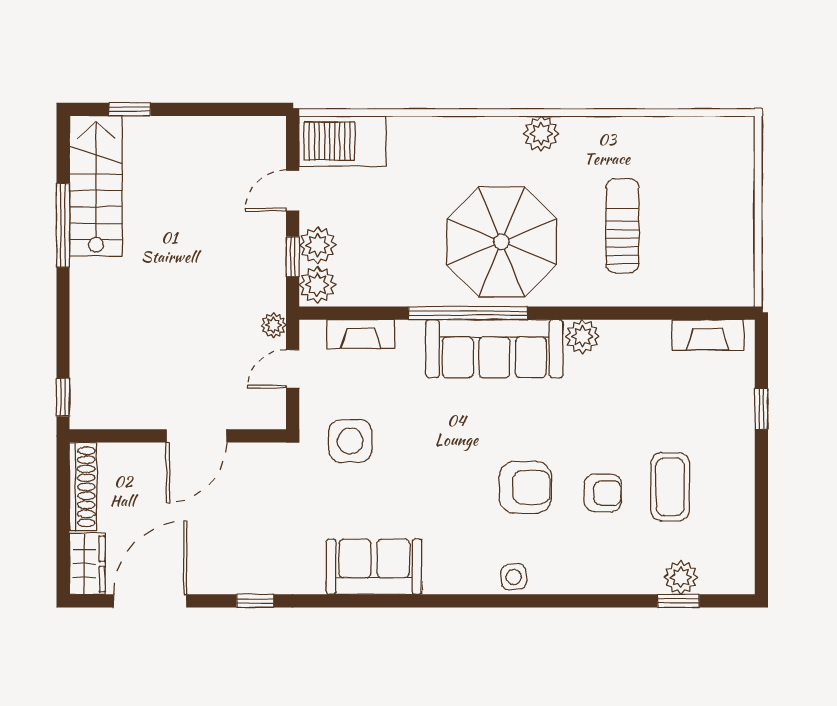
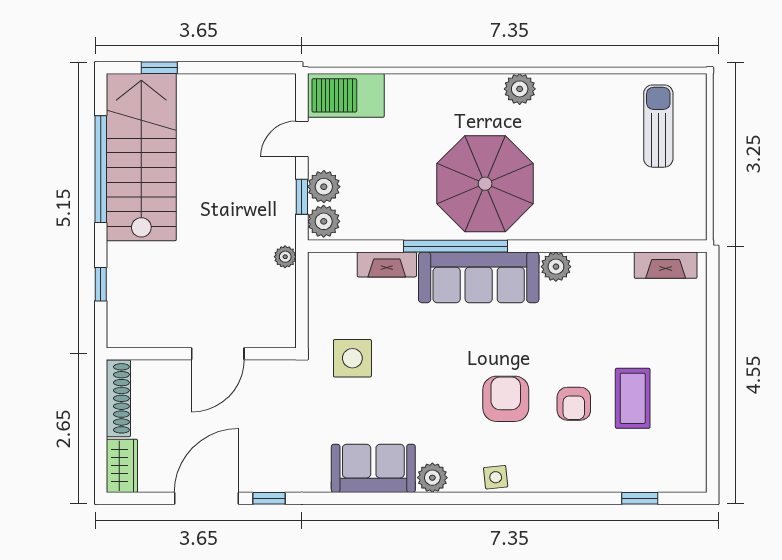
stairs: (96, 186) -> (141, 157), width x1.36, depth x1.51
window: (63, 225) -> (101, 169), width x1.46
sun lounger: (622, 226) -> (658, 126), moved
fireplace: (361, 334) -> (387, 264), moved
door: (293, 369) -> (302, 295), removed
window: (63, 397) -> (101, 284), moved
window: (761, 409) -> (713, 330), removed
armchair: (525, 487) -> (506, 399), turned -90
armchair: (603, 493) -> (574, 404), turned 90
plant: (681, 577) -> (432, 478), moved
door: (150, 601) -> (206, 498), moved

